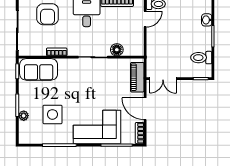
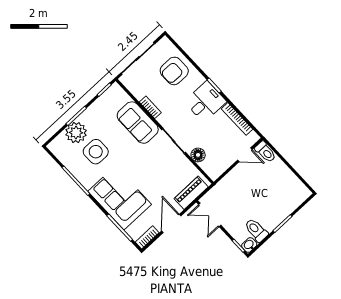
washbasin: (207, 20) -> (249, 245), moved
sofa: (39, 69) -> (138, 123), moved
plant: (24, 116) -> (76, 133), width x1.88, depth x1.88

